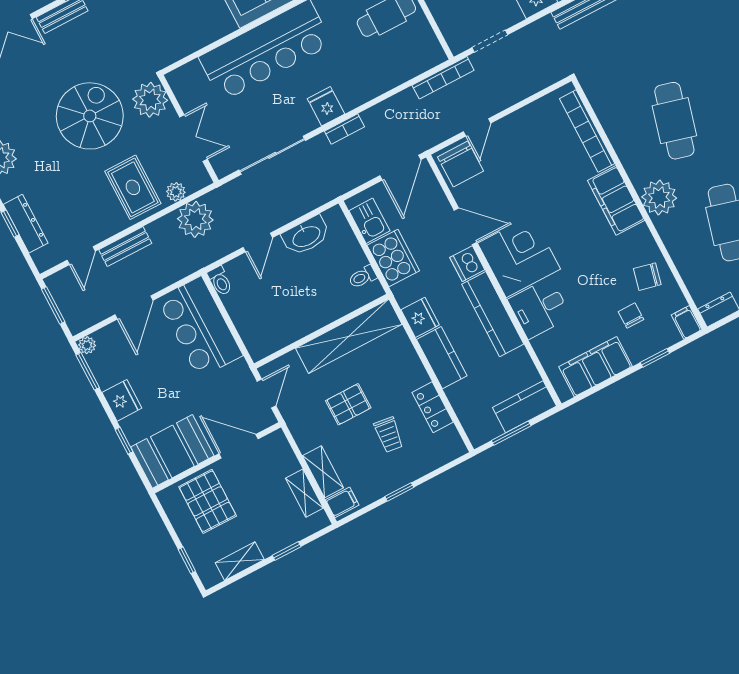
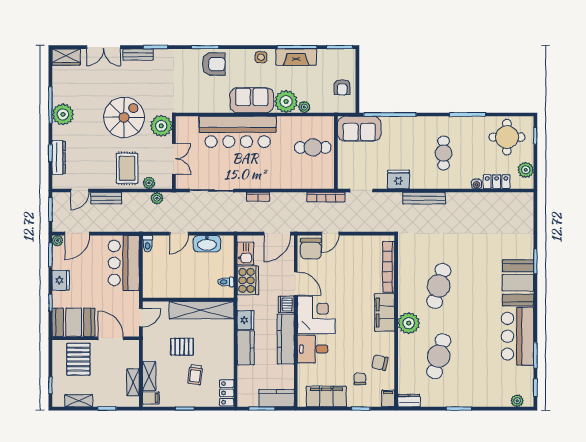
fridge: (326, 106) -> (254, 179), removed
plant: (195, 219) -> (157, 198), width x0.53, depth x0.53
door: (134, 308) -> (77, 234), moved
locker: (433, 407) -> (227, 393), moved

